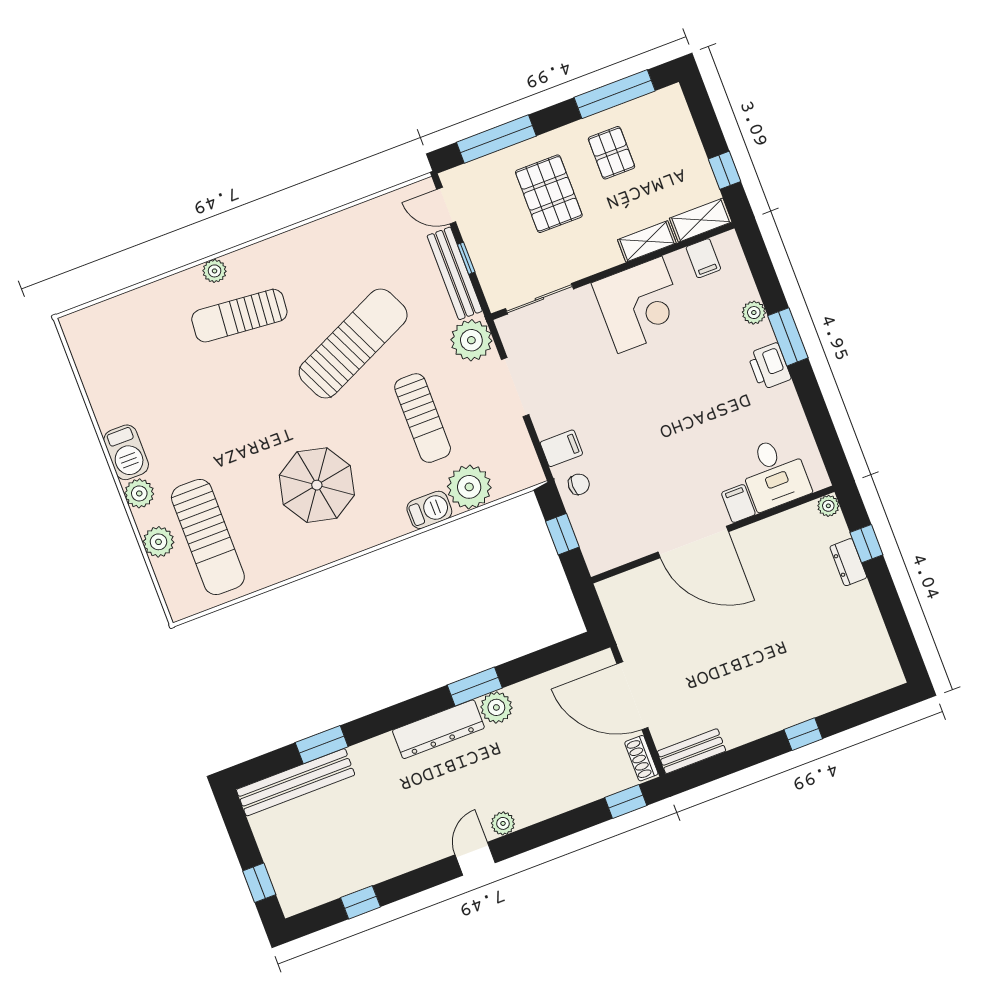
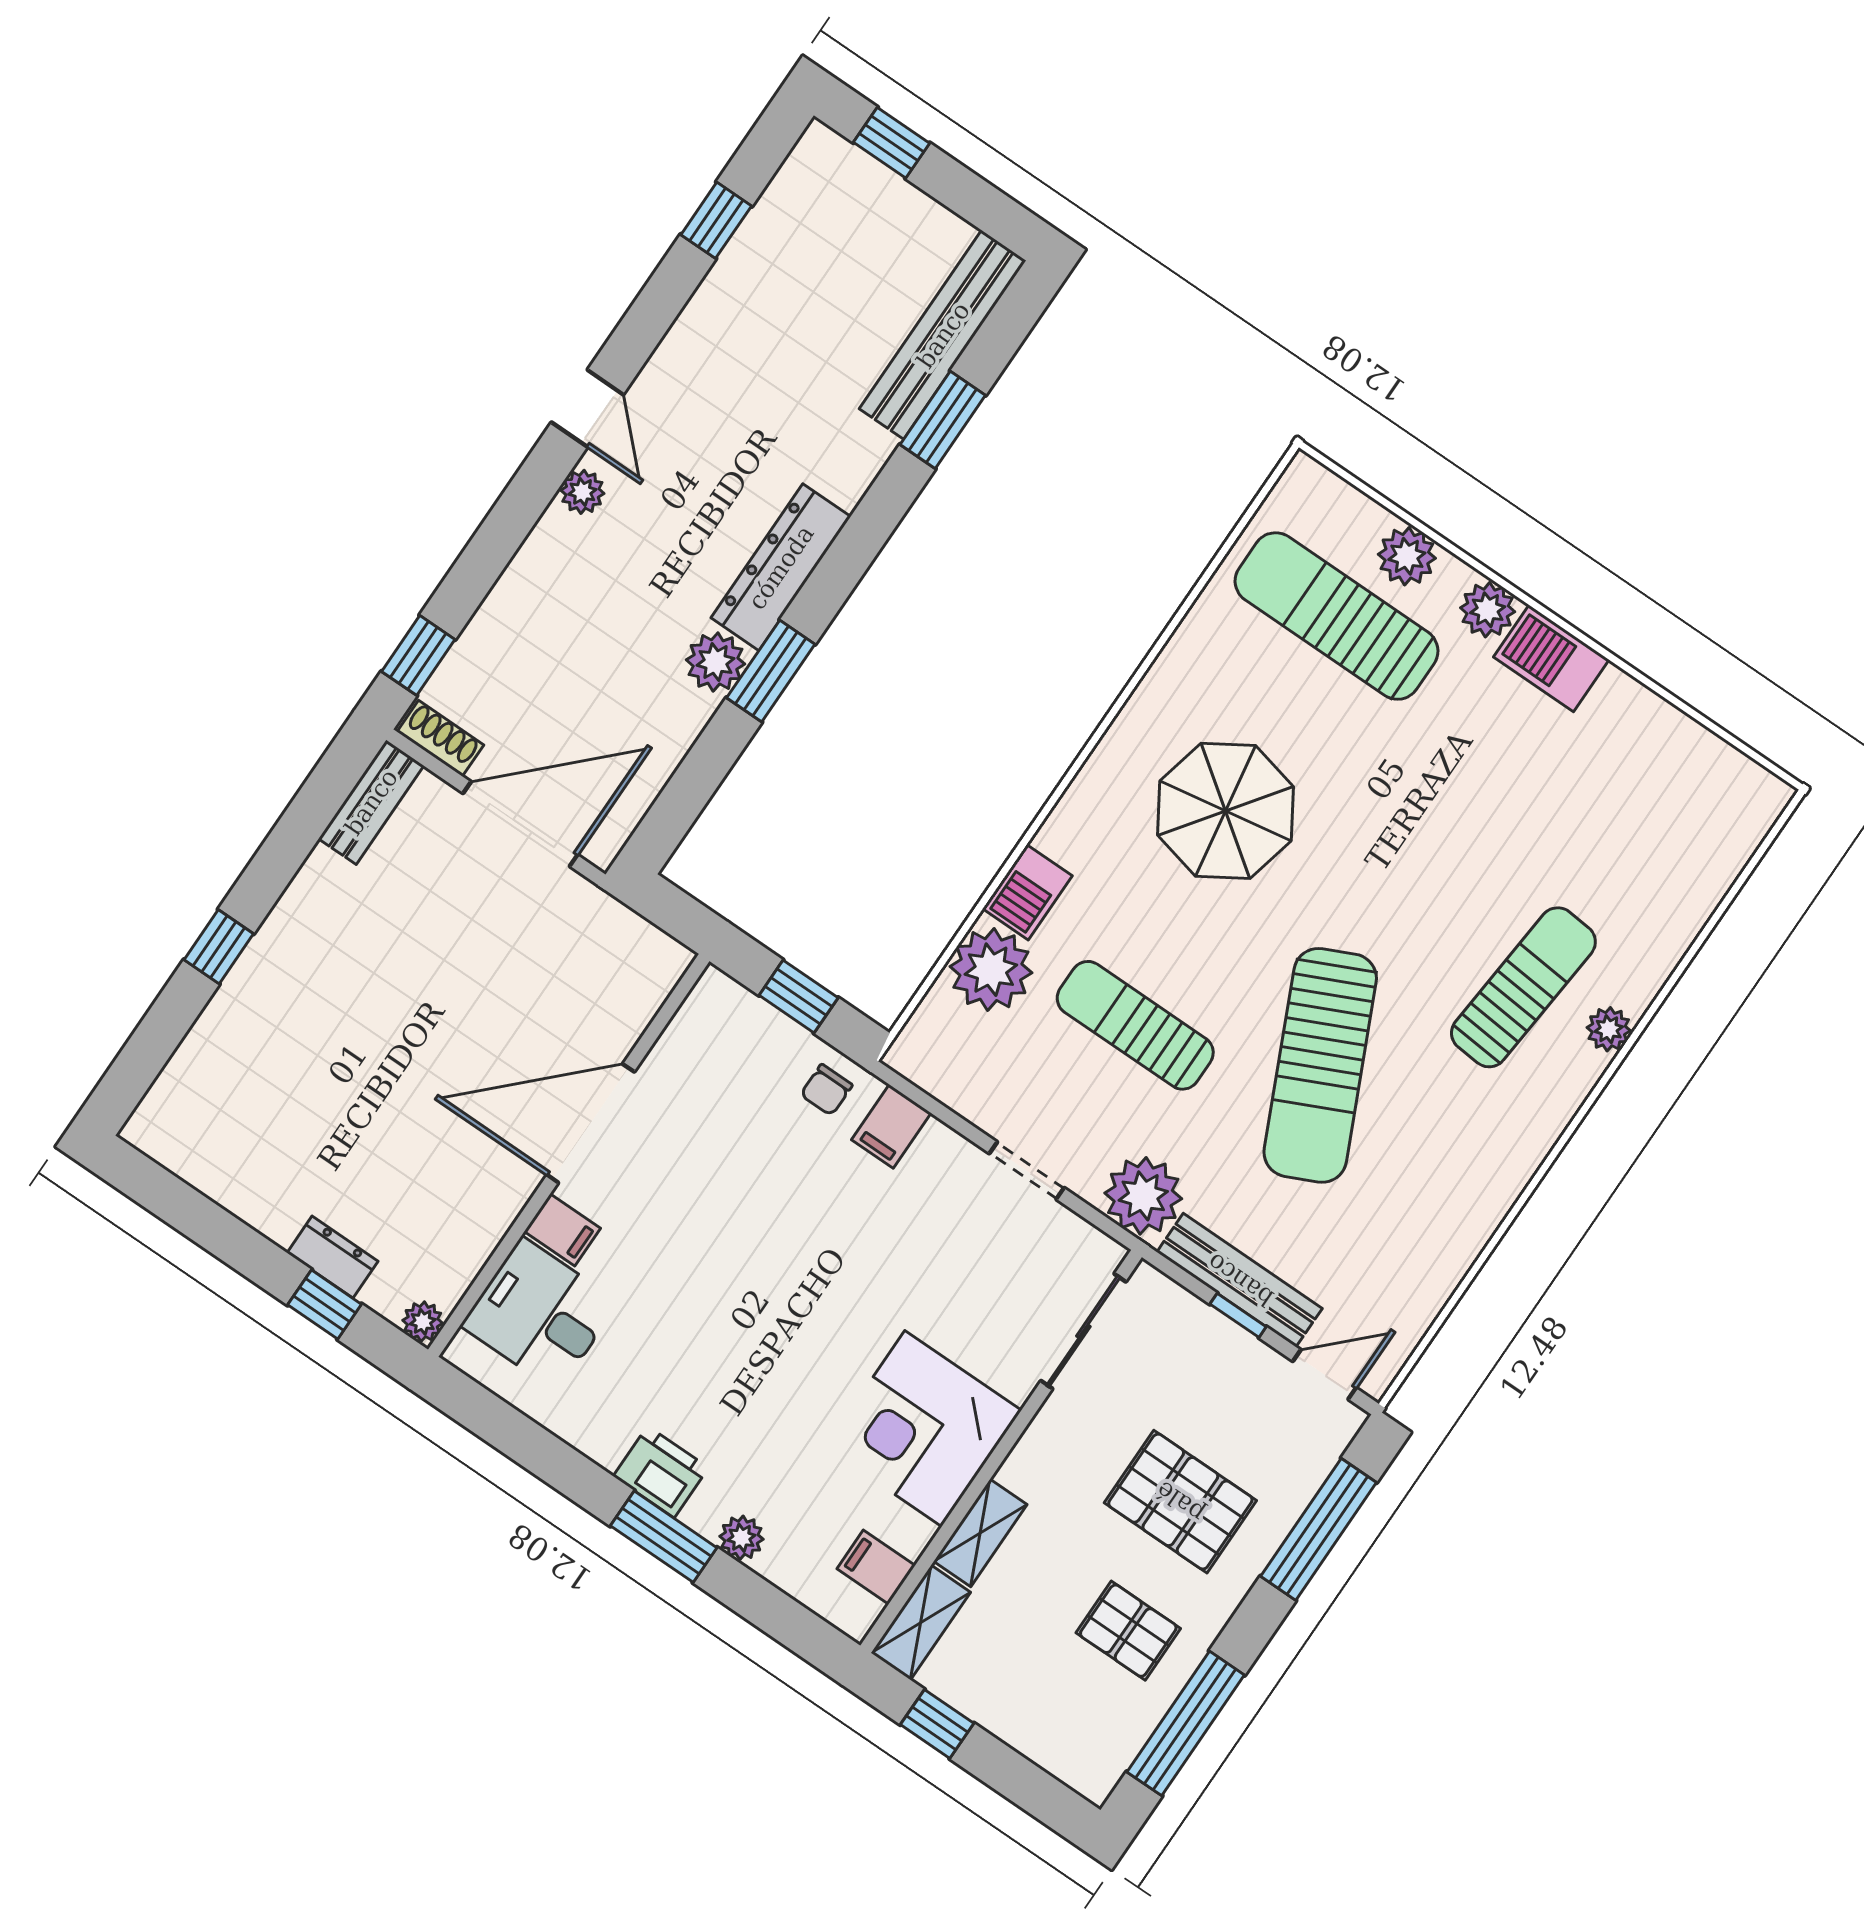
doorway: (515, 387) -> (1027, 1171), width x0.73

